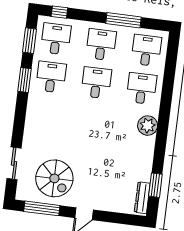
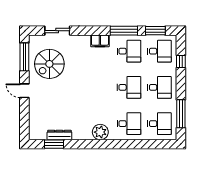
window: (59, 12) -> (181, 62), moved
window: (124, 20) -> (181, 114), moved
window: (25, 80) -> (124, 31), width x1.44
filing cabinet: (34, 112) -> (100, 41), added
dresser: (142, 198) -> (59, 135), moved

